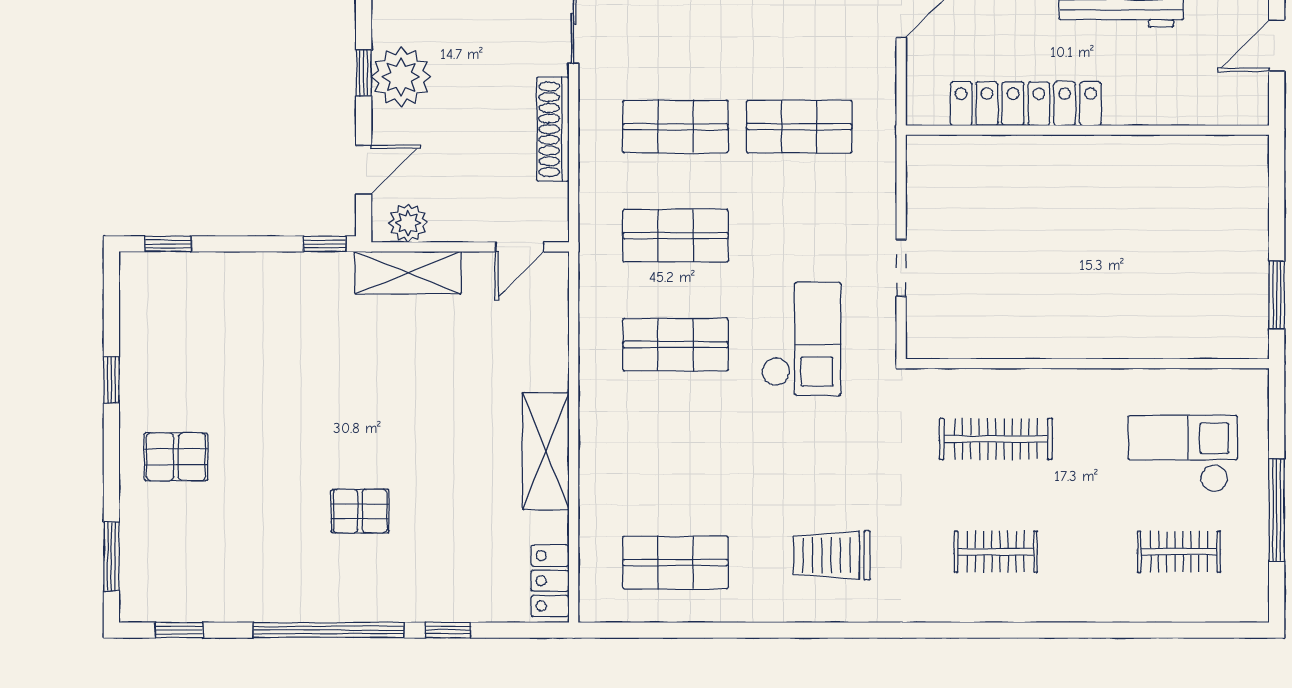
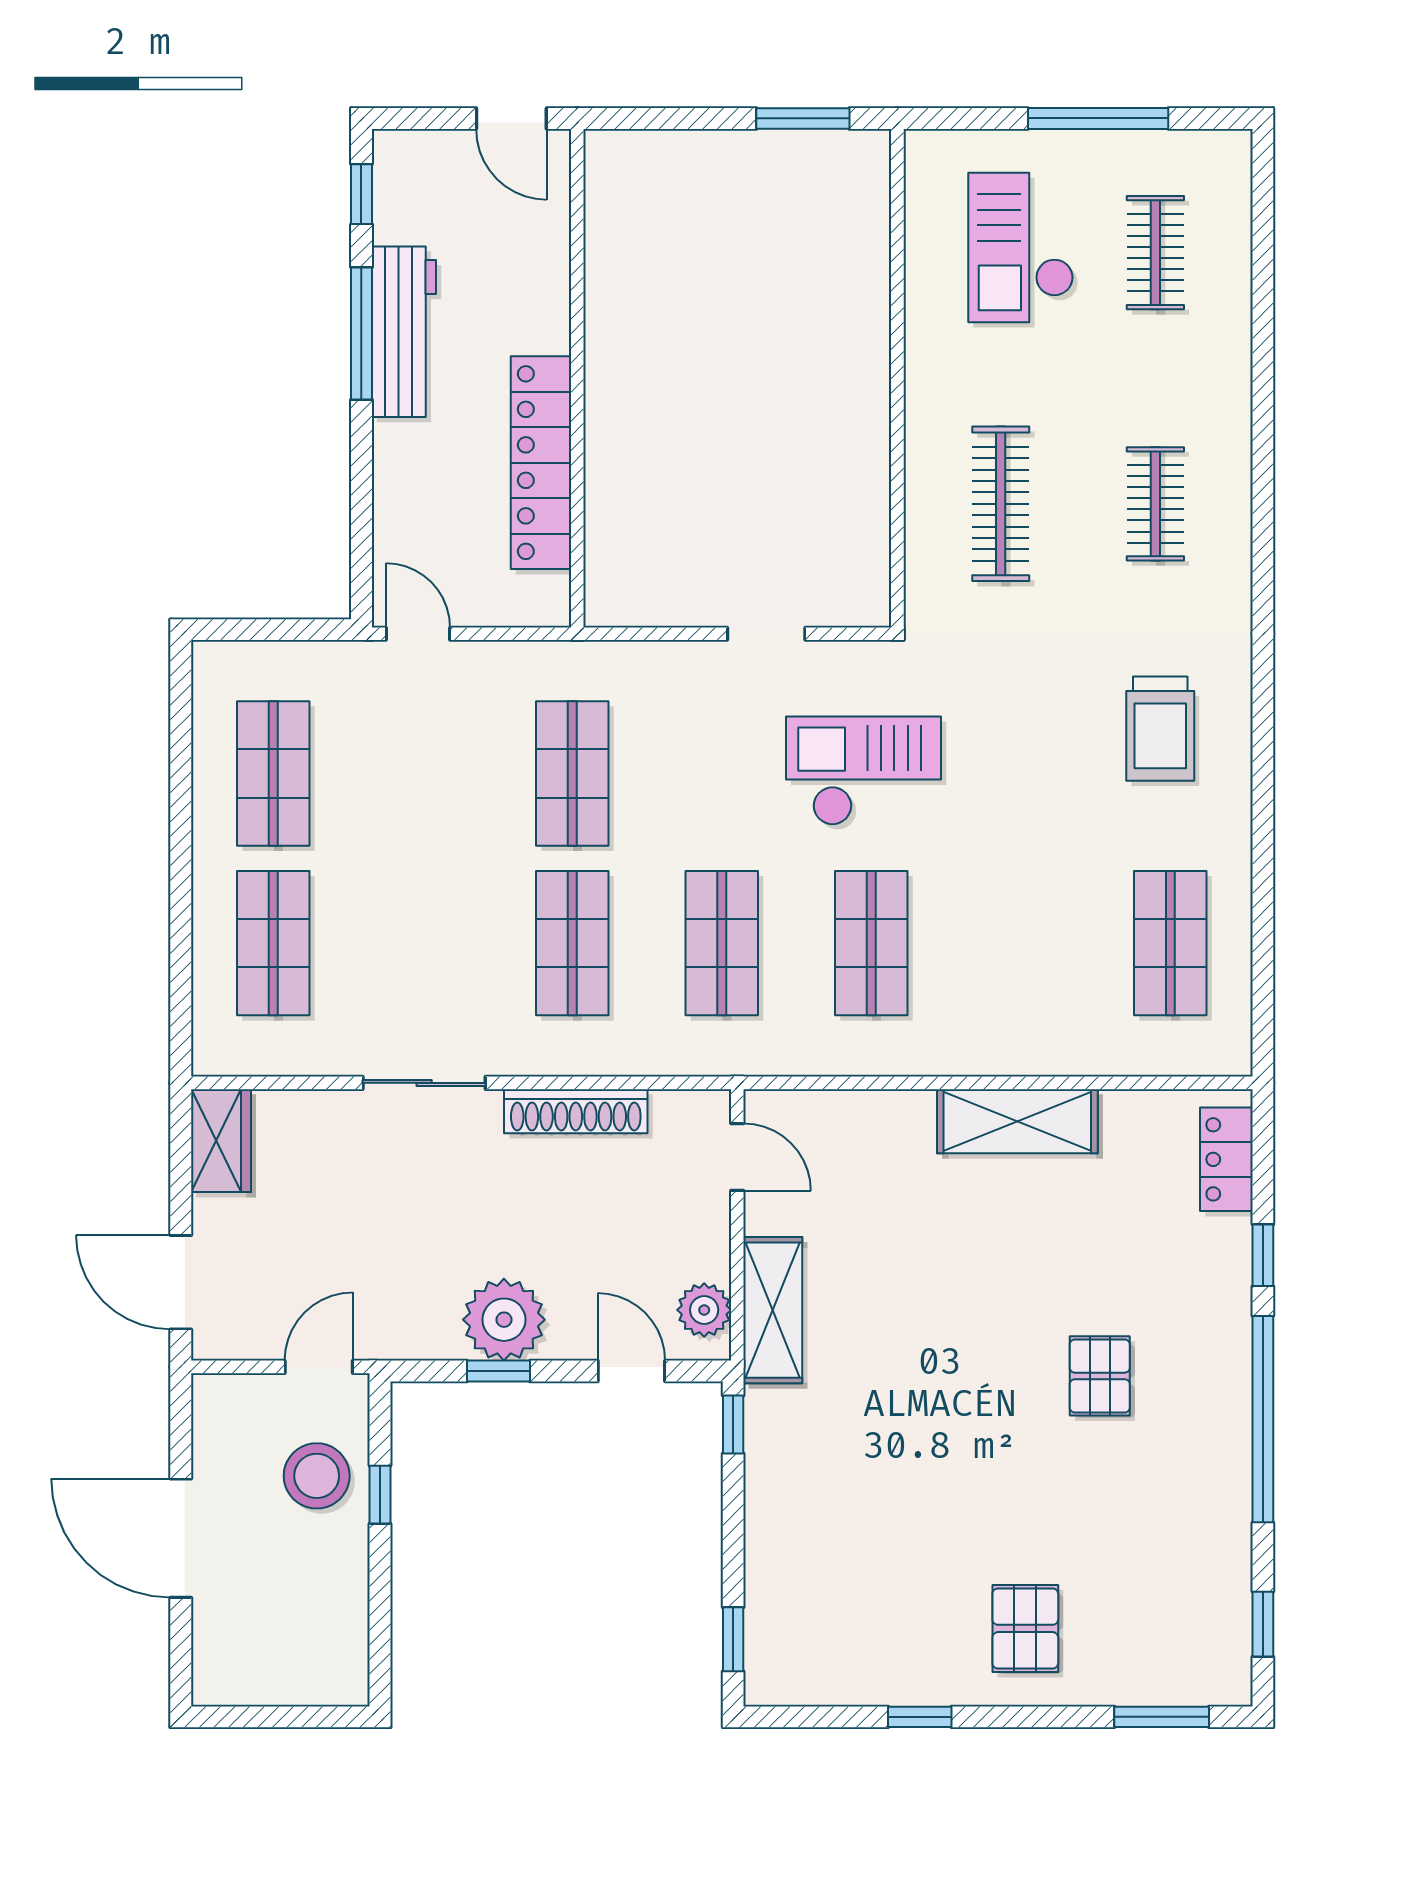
door: (1277, 46) -> (511, 118), moved
locker: (550, 581) -> (1226, 1159), moved, turned 90

